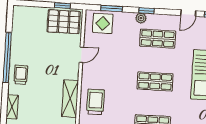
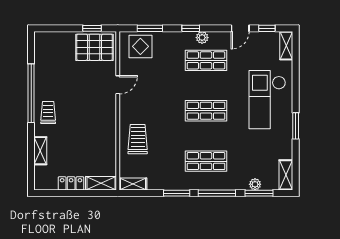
plant: (141, 18) -> (202, 38), moved
shelving: (70, 99) -> (108, 137), removed

